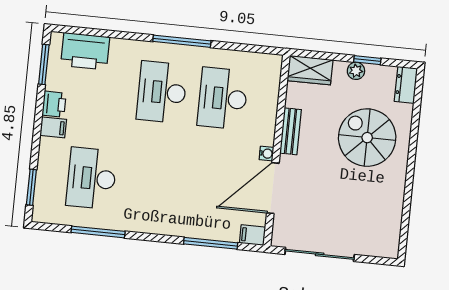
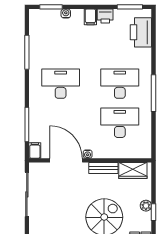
wardrobe: (310, 70) -> (133, 171), moved, turned -90
water cooler: (44, 165) -> (66, 14), added
desk: (92, 178) -> (61, 84), moved

